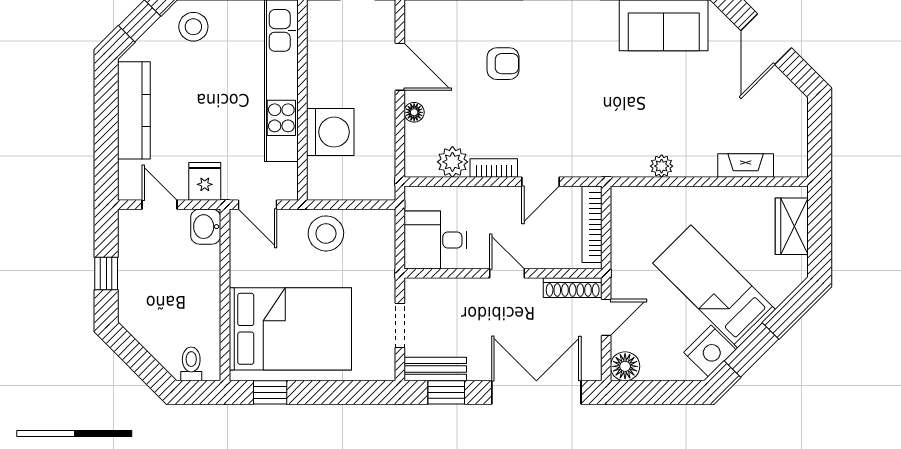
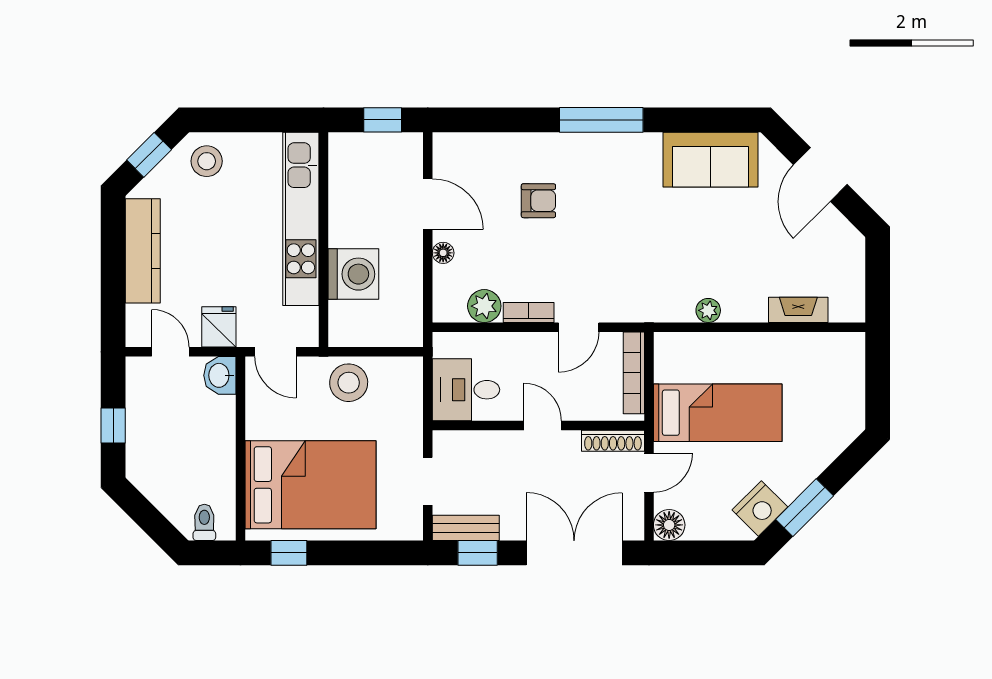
wardrobe: (792, 226) -> (848, 375), removed
bed: (714, 286) -> (718, 413), moved, turned 135

